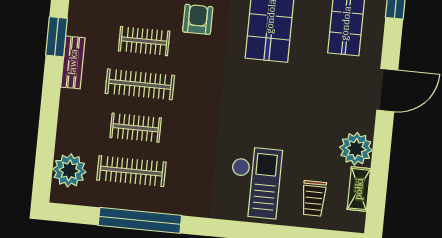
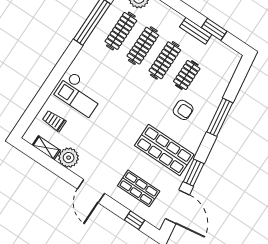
clothes rail: (136, 128) -> (143, 46), width x1.36

